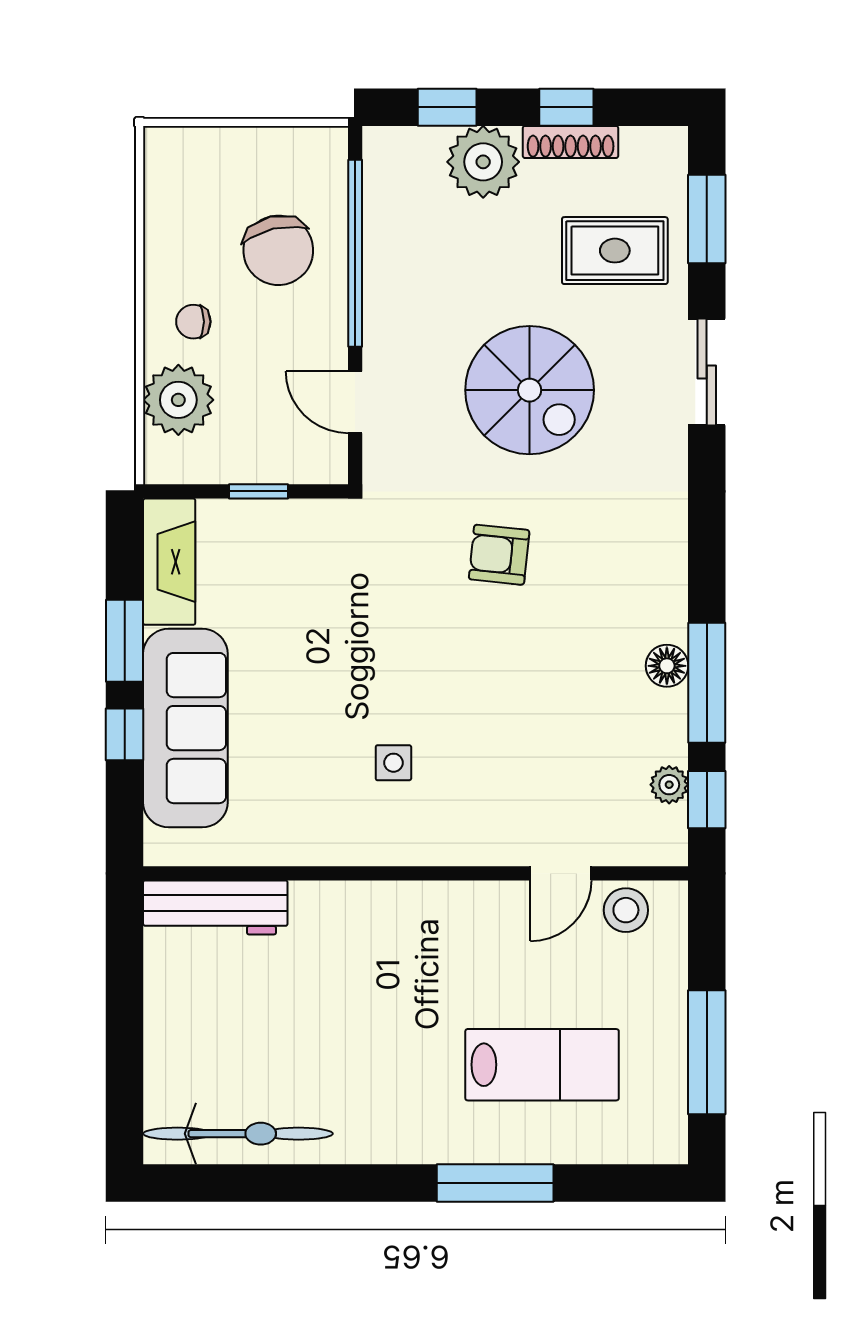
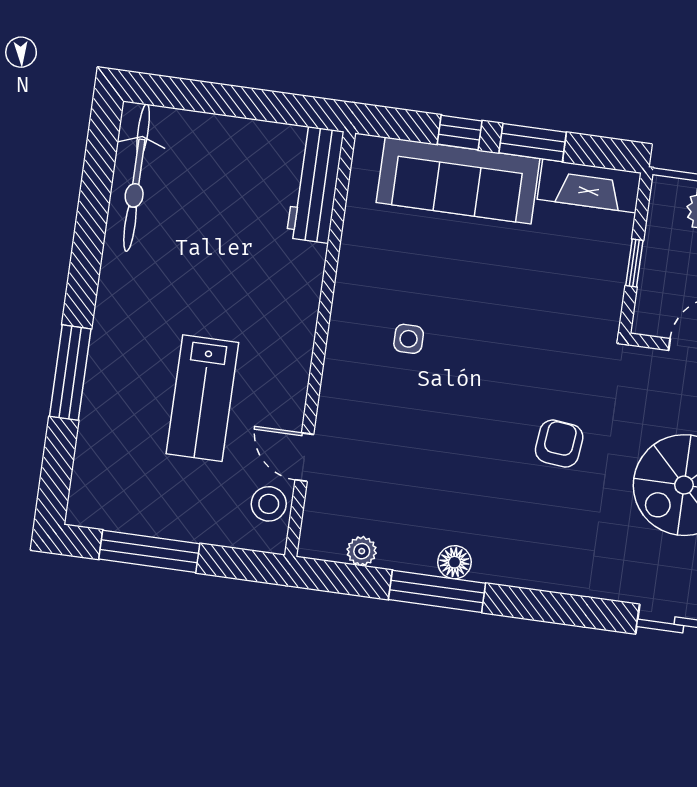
window: (707, 800) -> (346, 579), removed
lab bench: (542, 1065) -> (202, 398), moved

